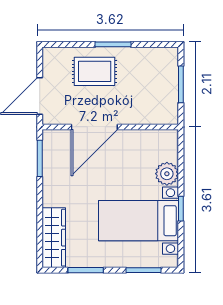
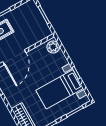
plant: (167, 174) -> (53, 47), moved

